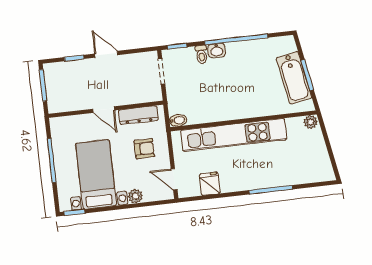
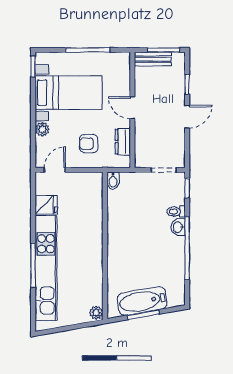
bench: (53, 95) -> (153, 59), added
door: (104, 110) -> (132, 108), hinge flipped
dresser: (138, 115) -> (123, 142), width x0.70
kitchen unit: (234, 135) -> (46, 268), moved, turned 180
armchair: (144, 149) -> (89, 144), turned 90

